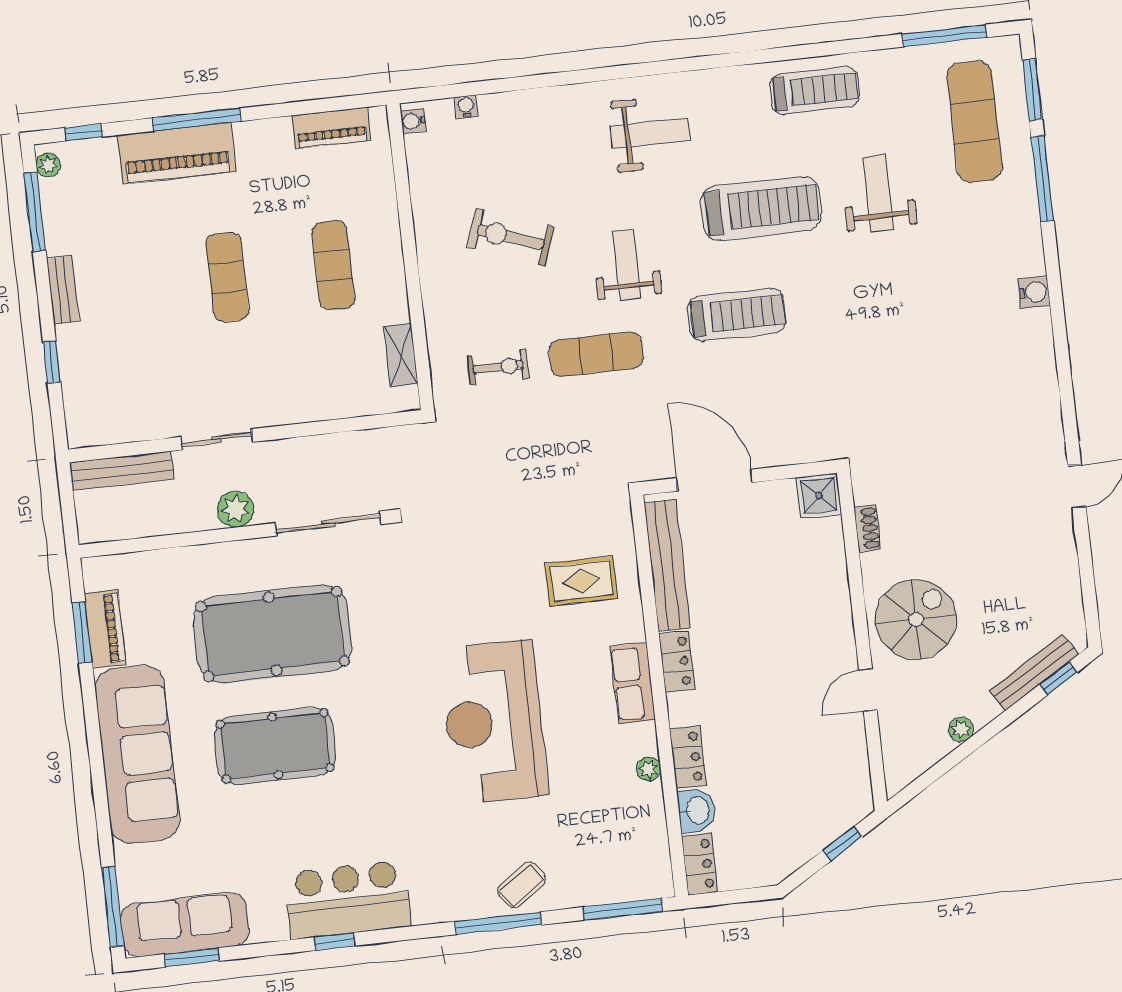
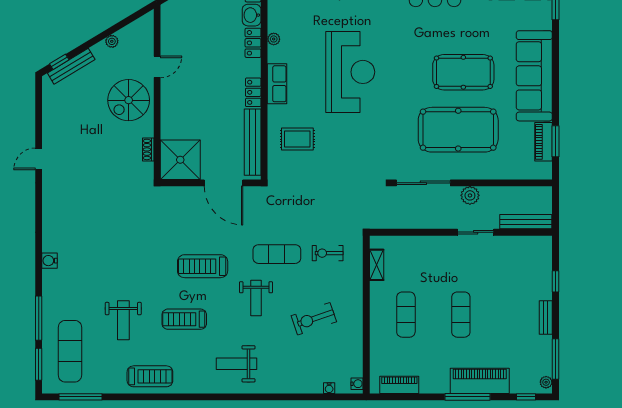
treadmill: (815, 91) -> (150, 376), turned 180
treadmill: (761, 208) -> (184, 319), width x0.73, depth x0.73
exercise bike: (511, 237) -> (314, 319), turned 141
shower: (819, 496) -> (180, 160), width x1.86, depth x1.86

